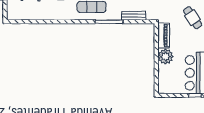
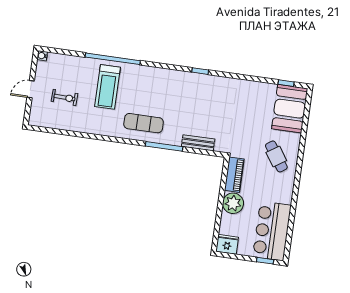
fridge: (165, 87) -> (227, 244), added

